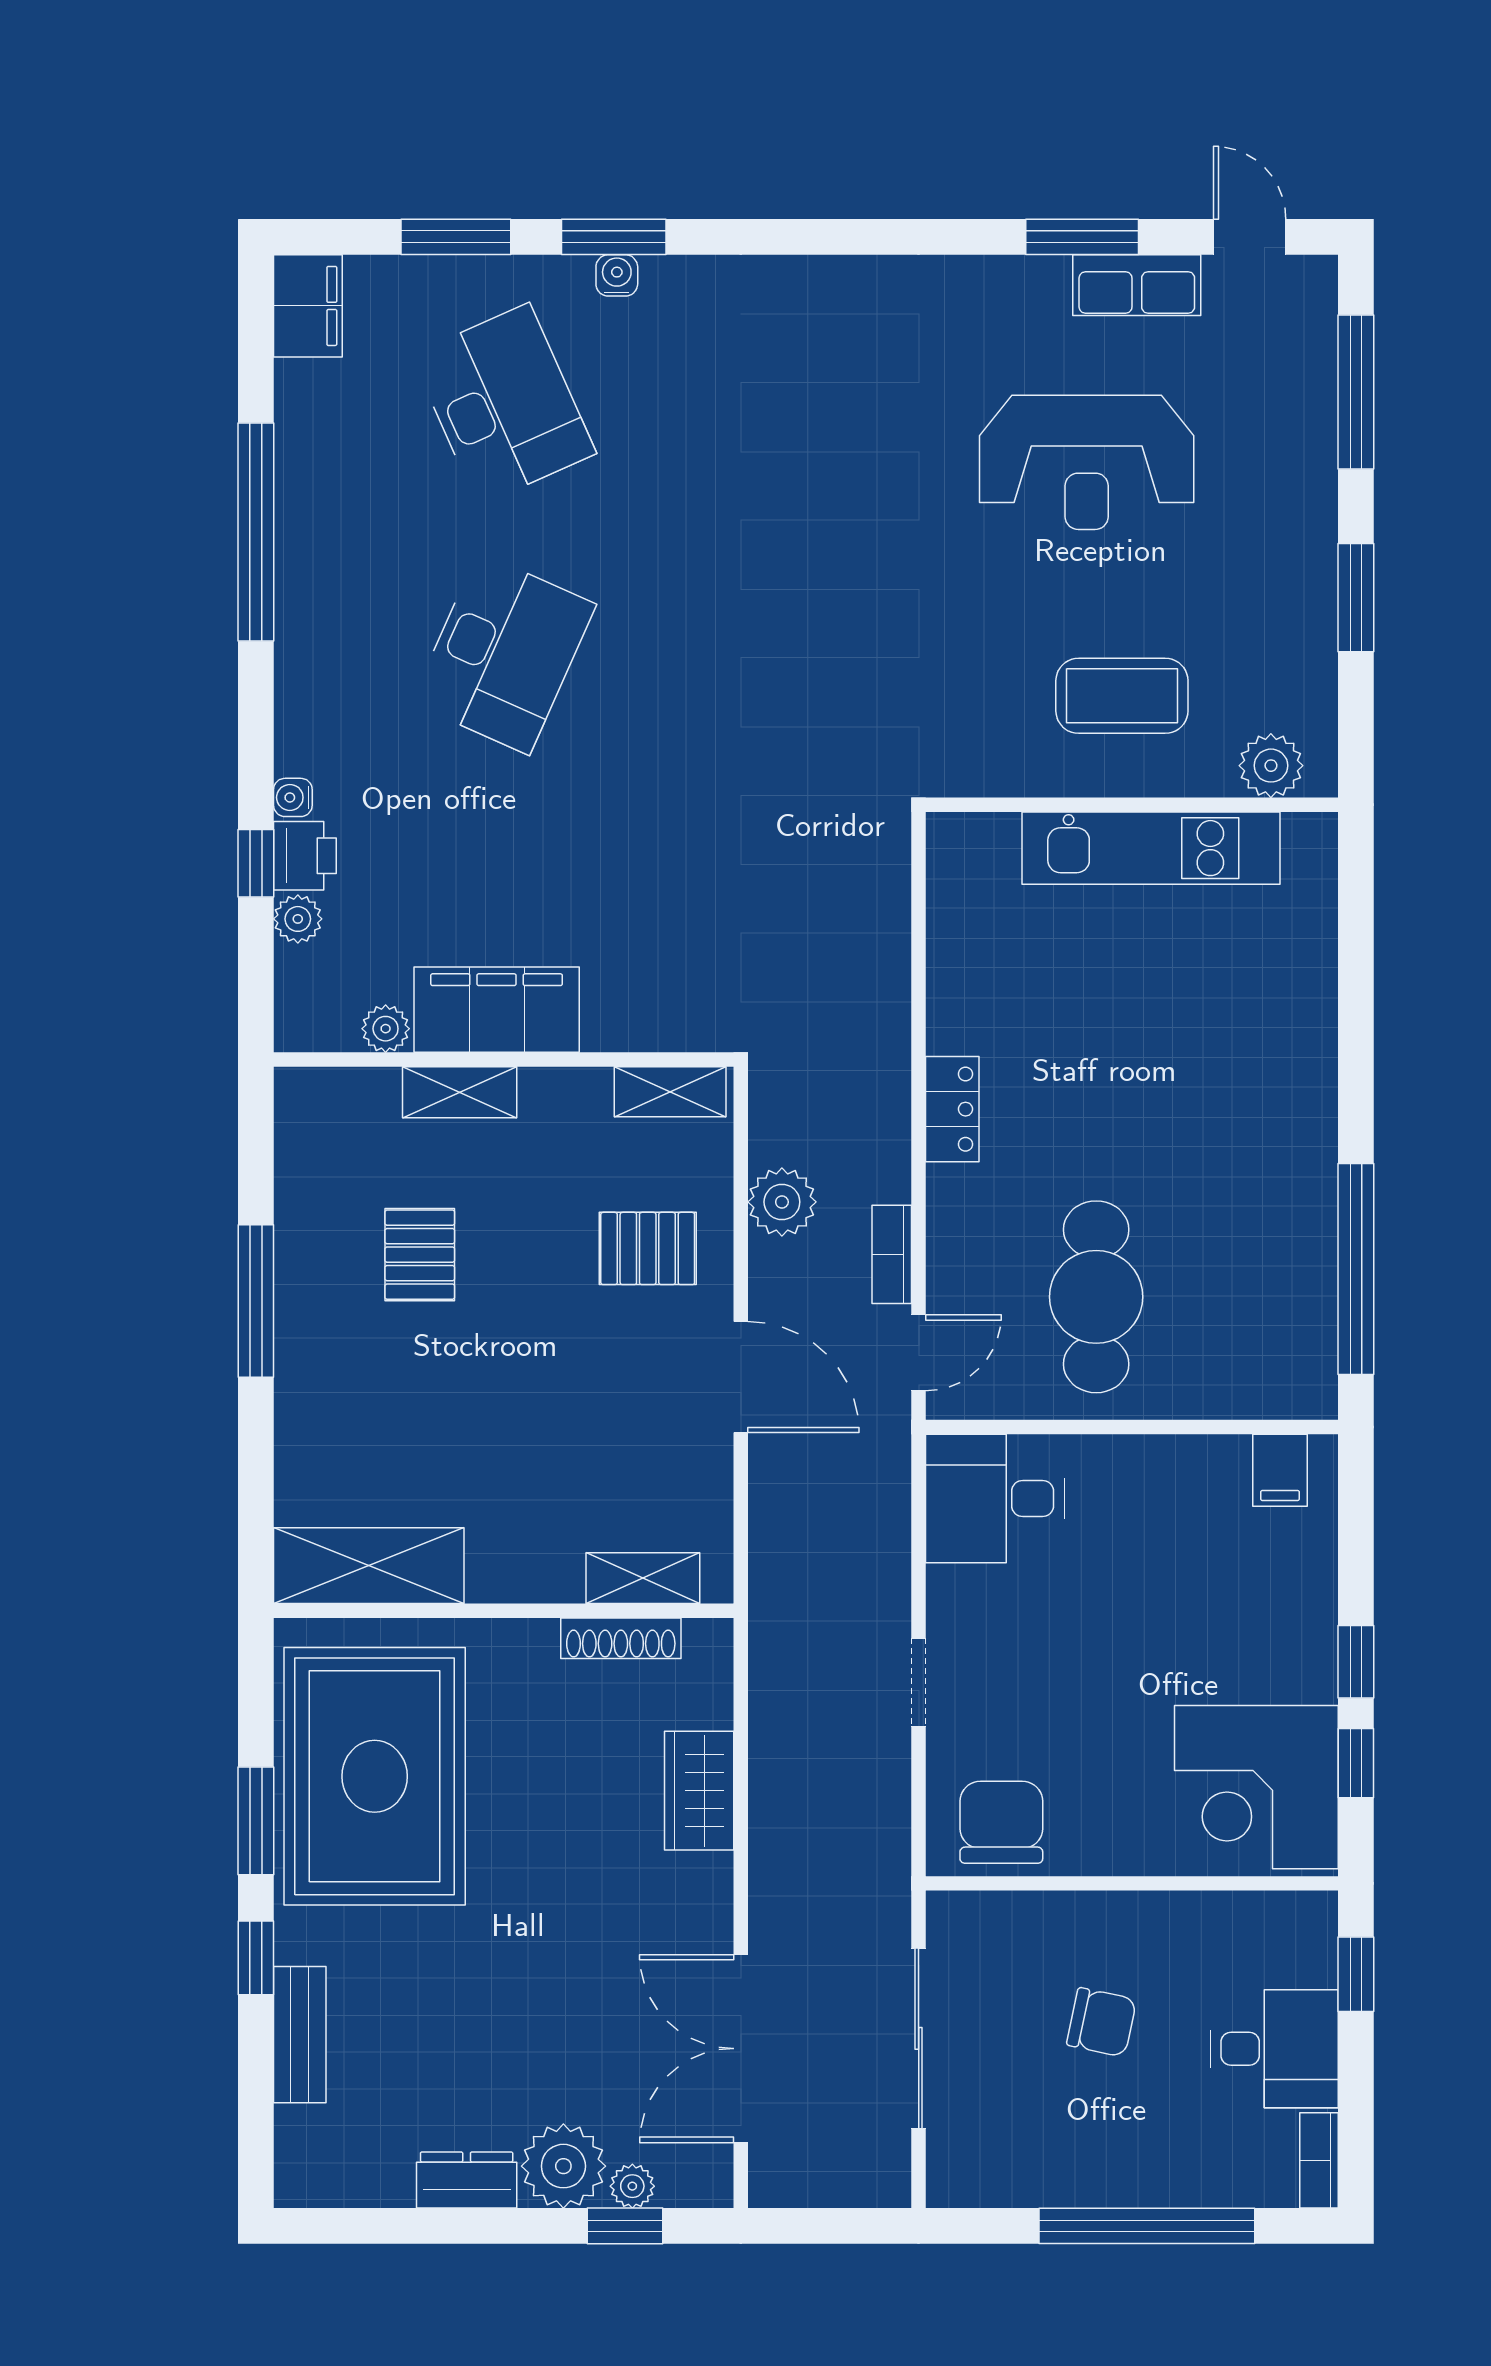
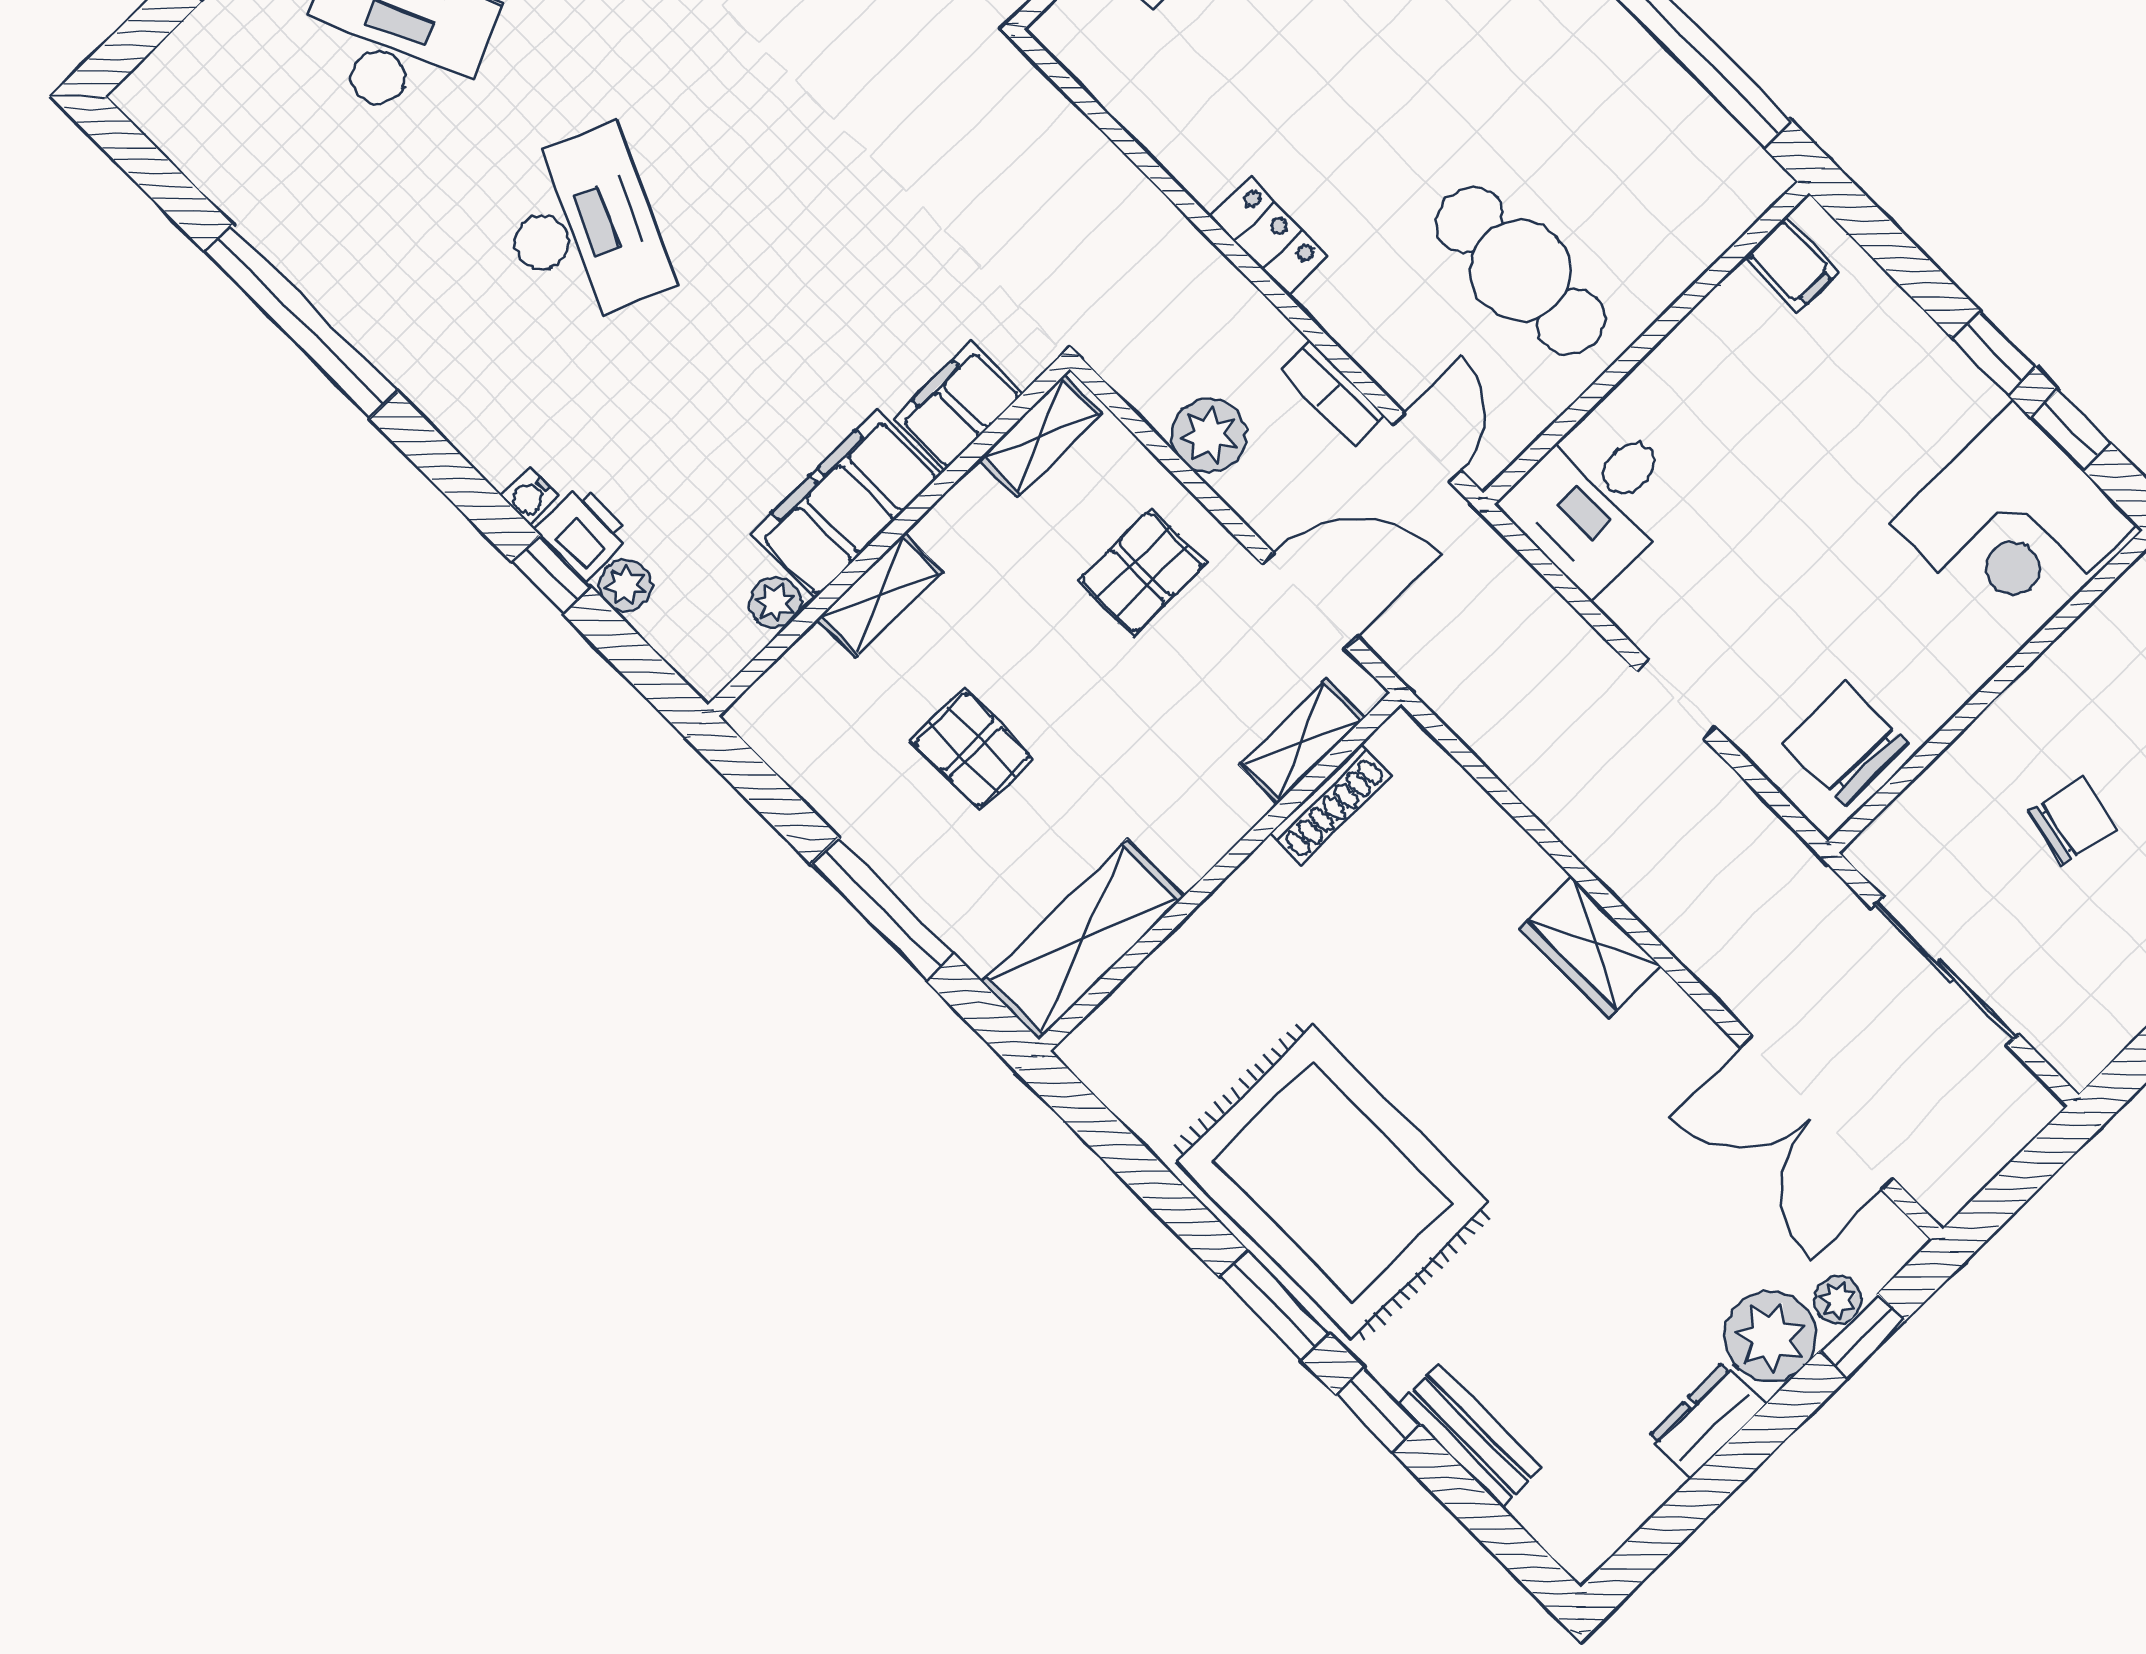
filing cabinet: (308, 306) -> (958, 406), moved, turned -90
shelving: (369, 1566) -> (1083, 939), moved
shelving: (643, 1578) -> (1302, 742), moved
wall: (504, 1611) -> (1220, 872), moved
shoe rack: (621, 1638) -> (1330, 804), moved

